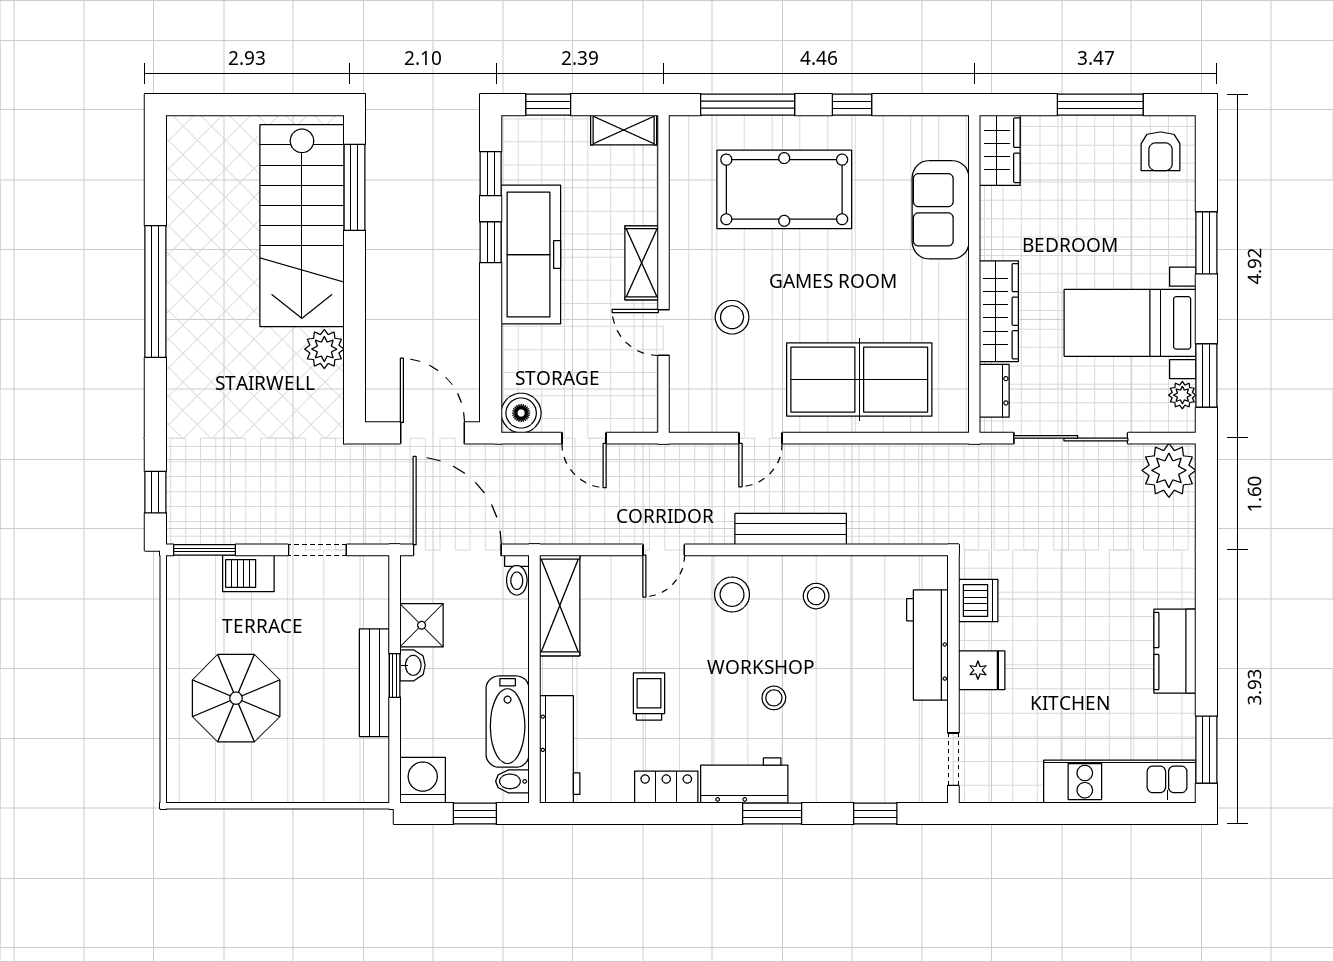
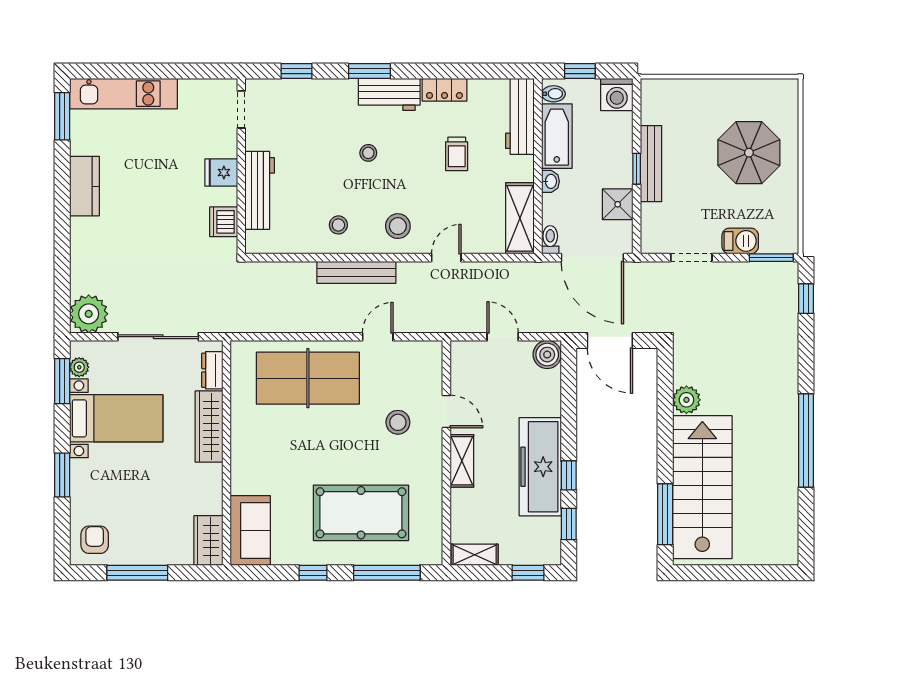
sofa: (941, 210) -> (250, 531), moved
washbasin: (412, 665) -> (550, 181), moved, turned 180

